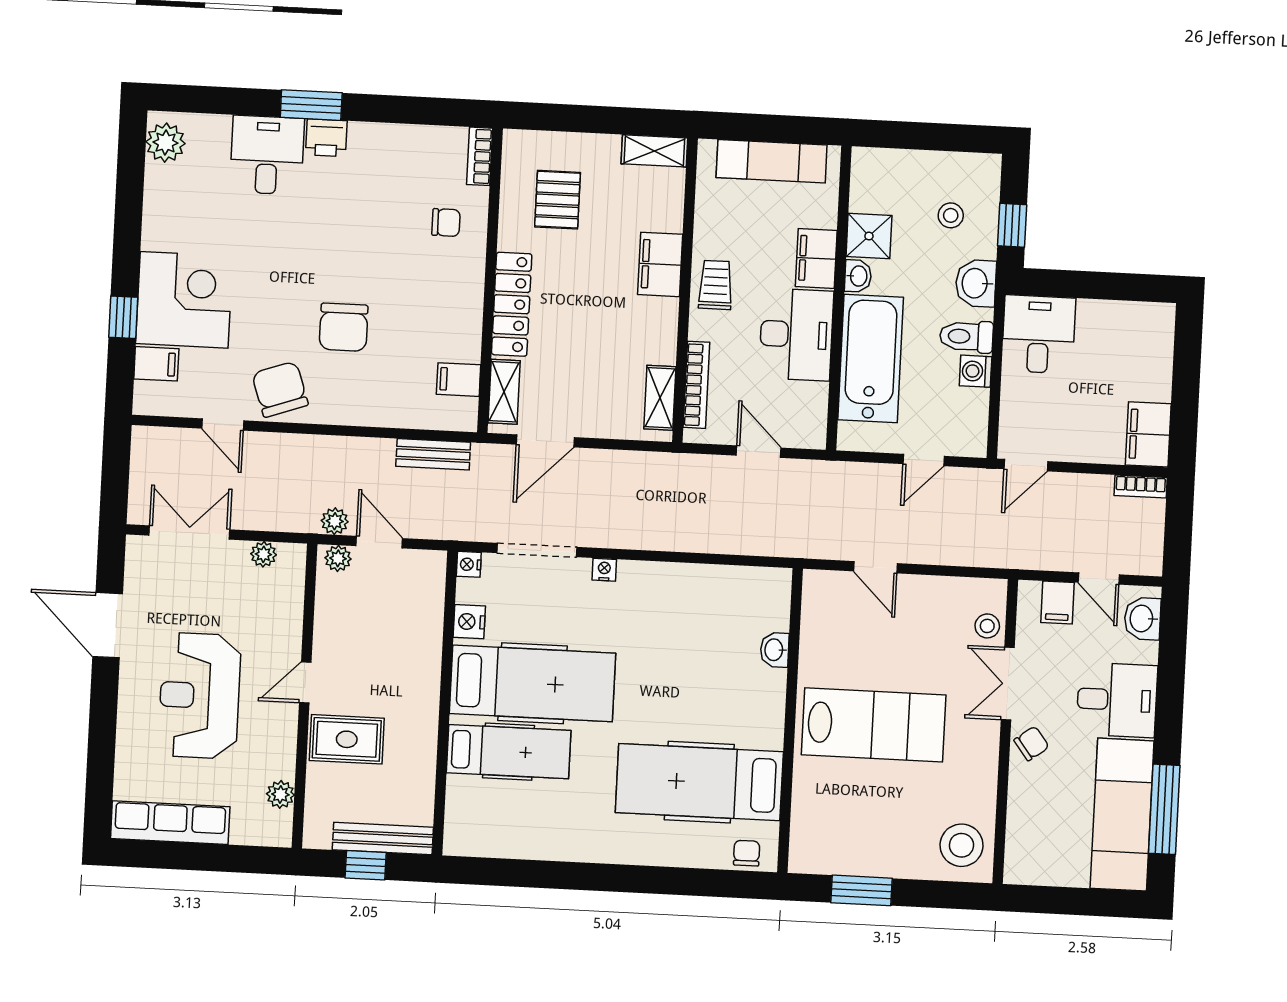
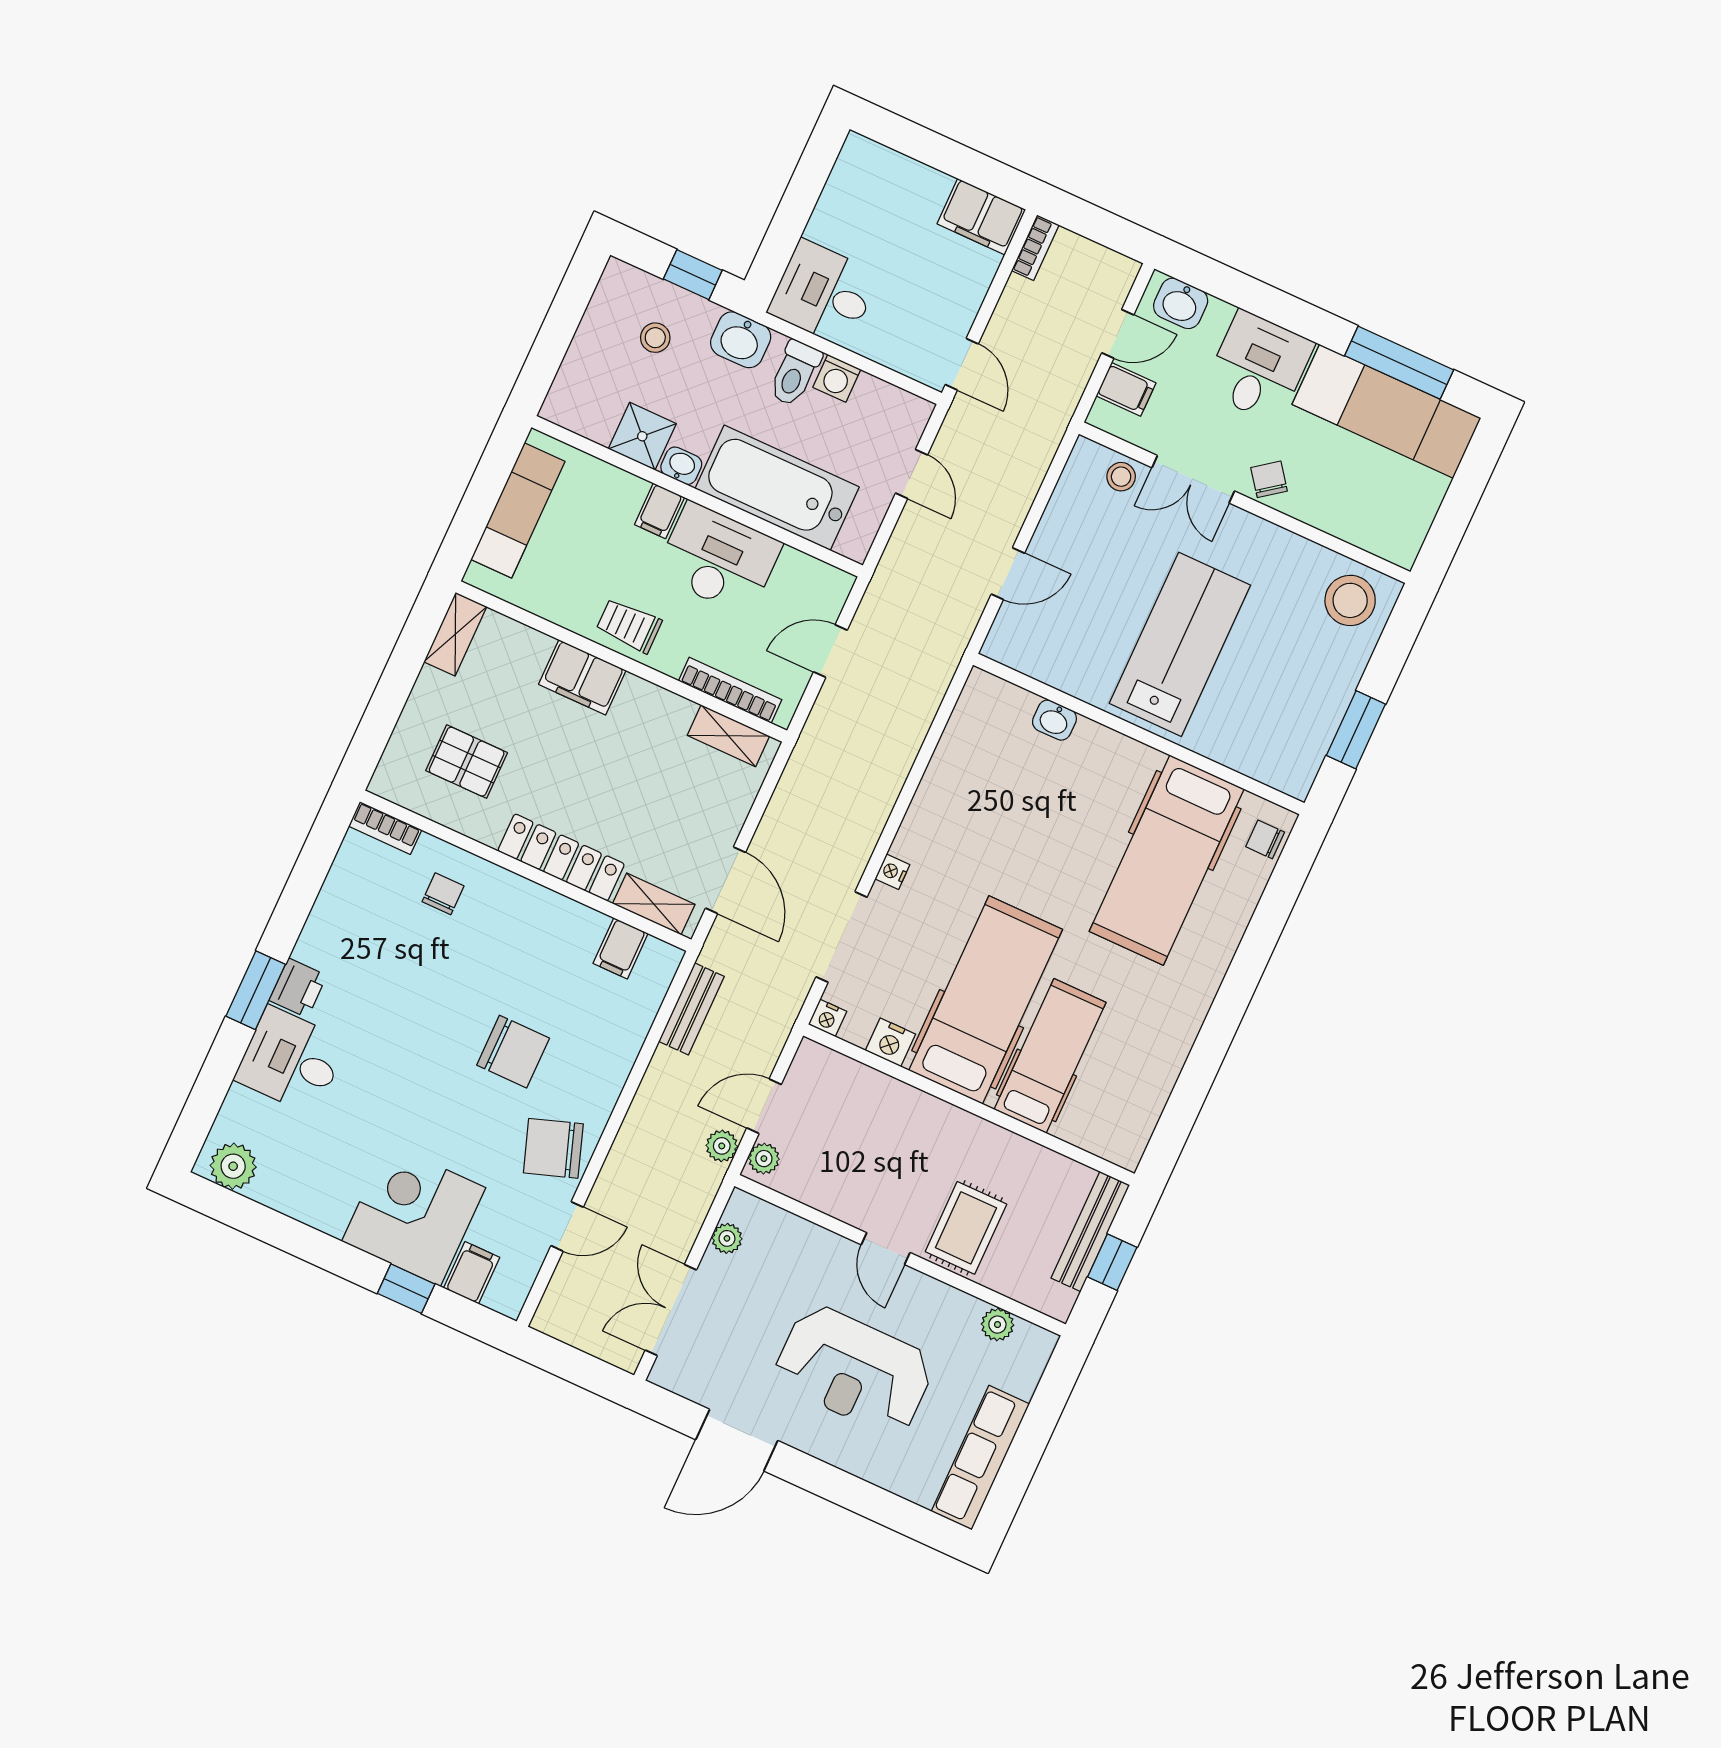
filing cabinet: (816, 259) -> (659, 511), width x0.50

